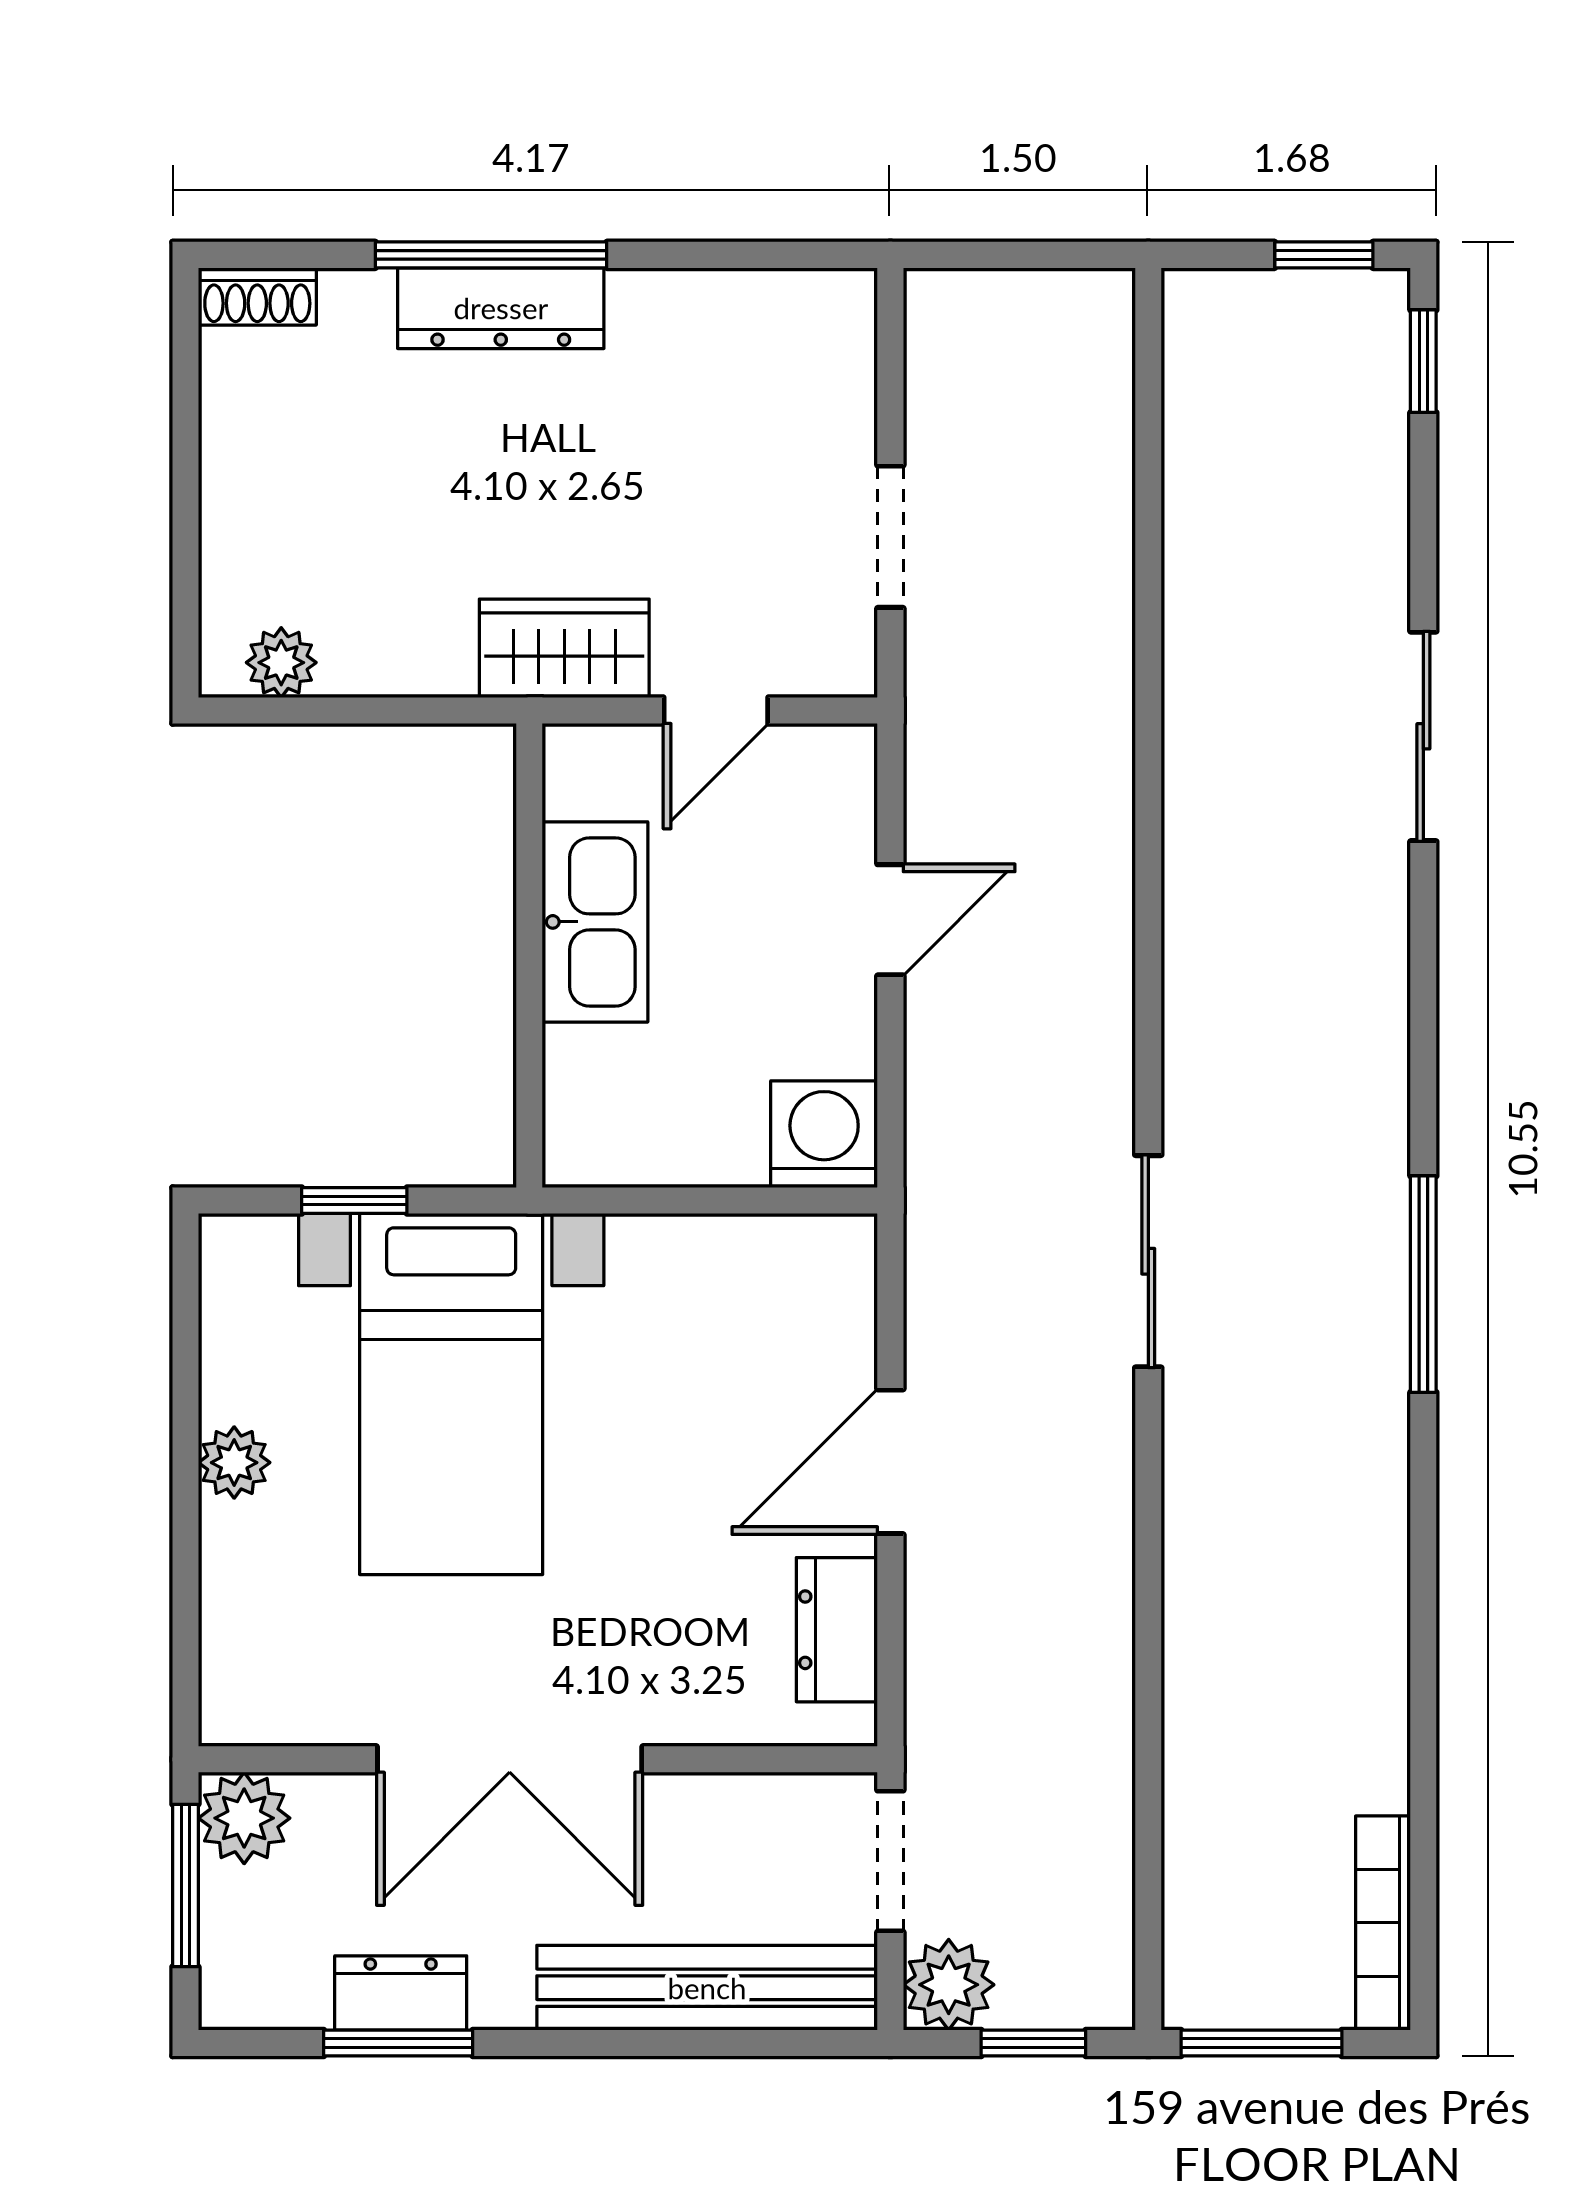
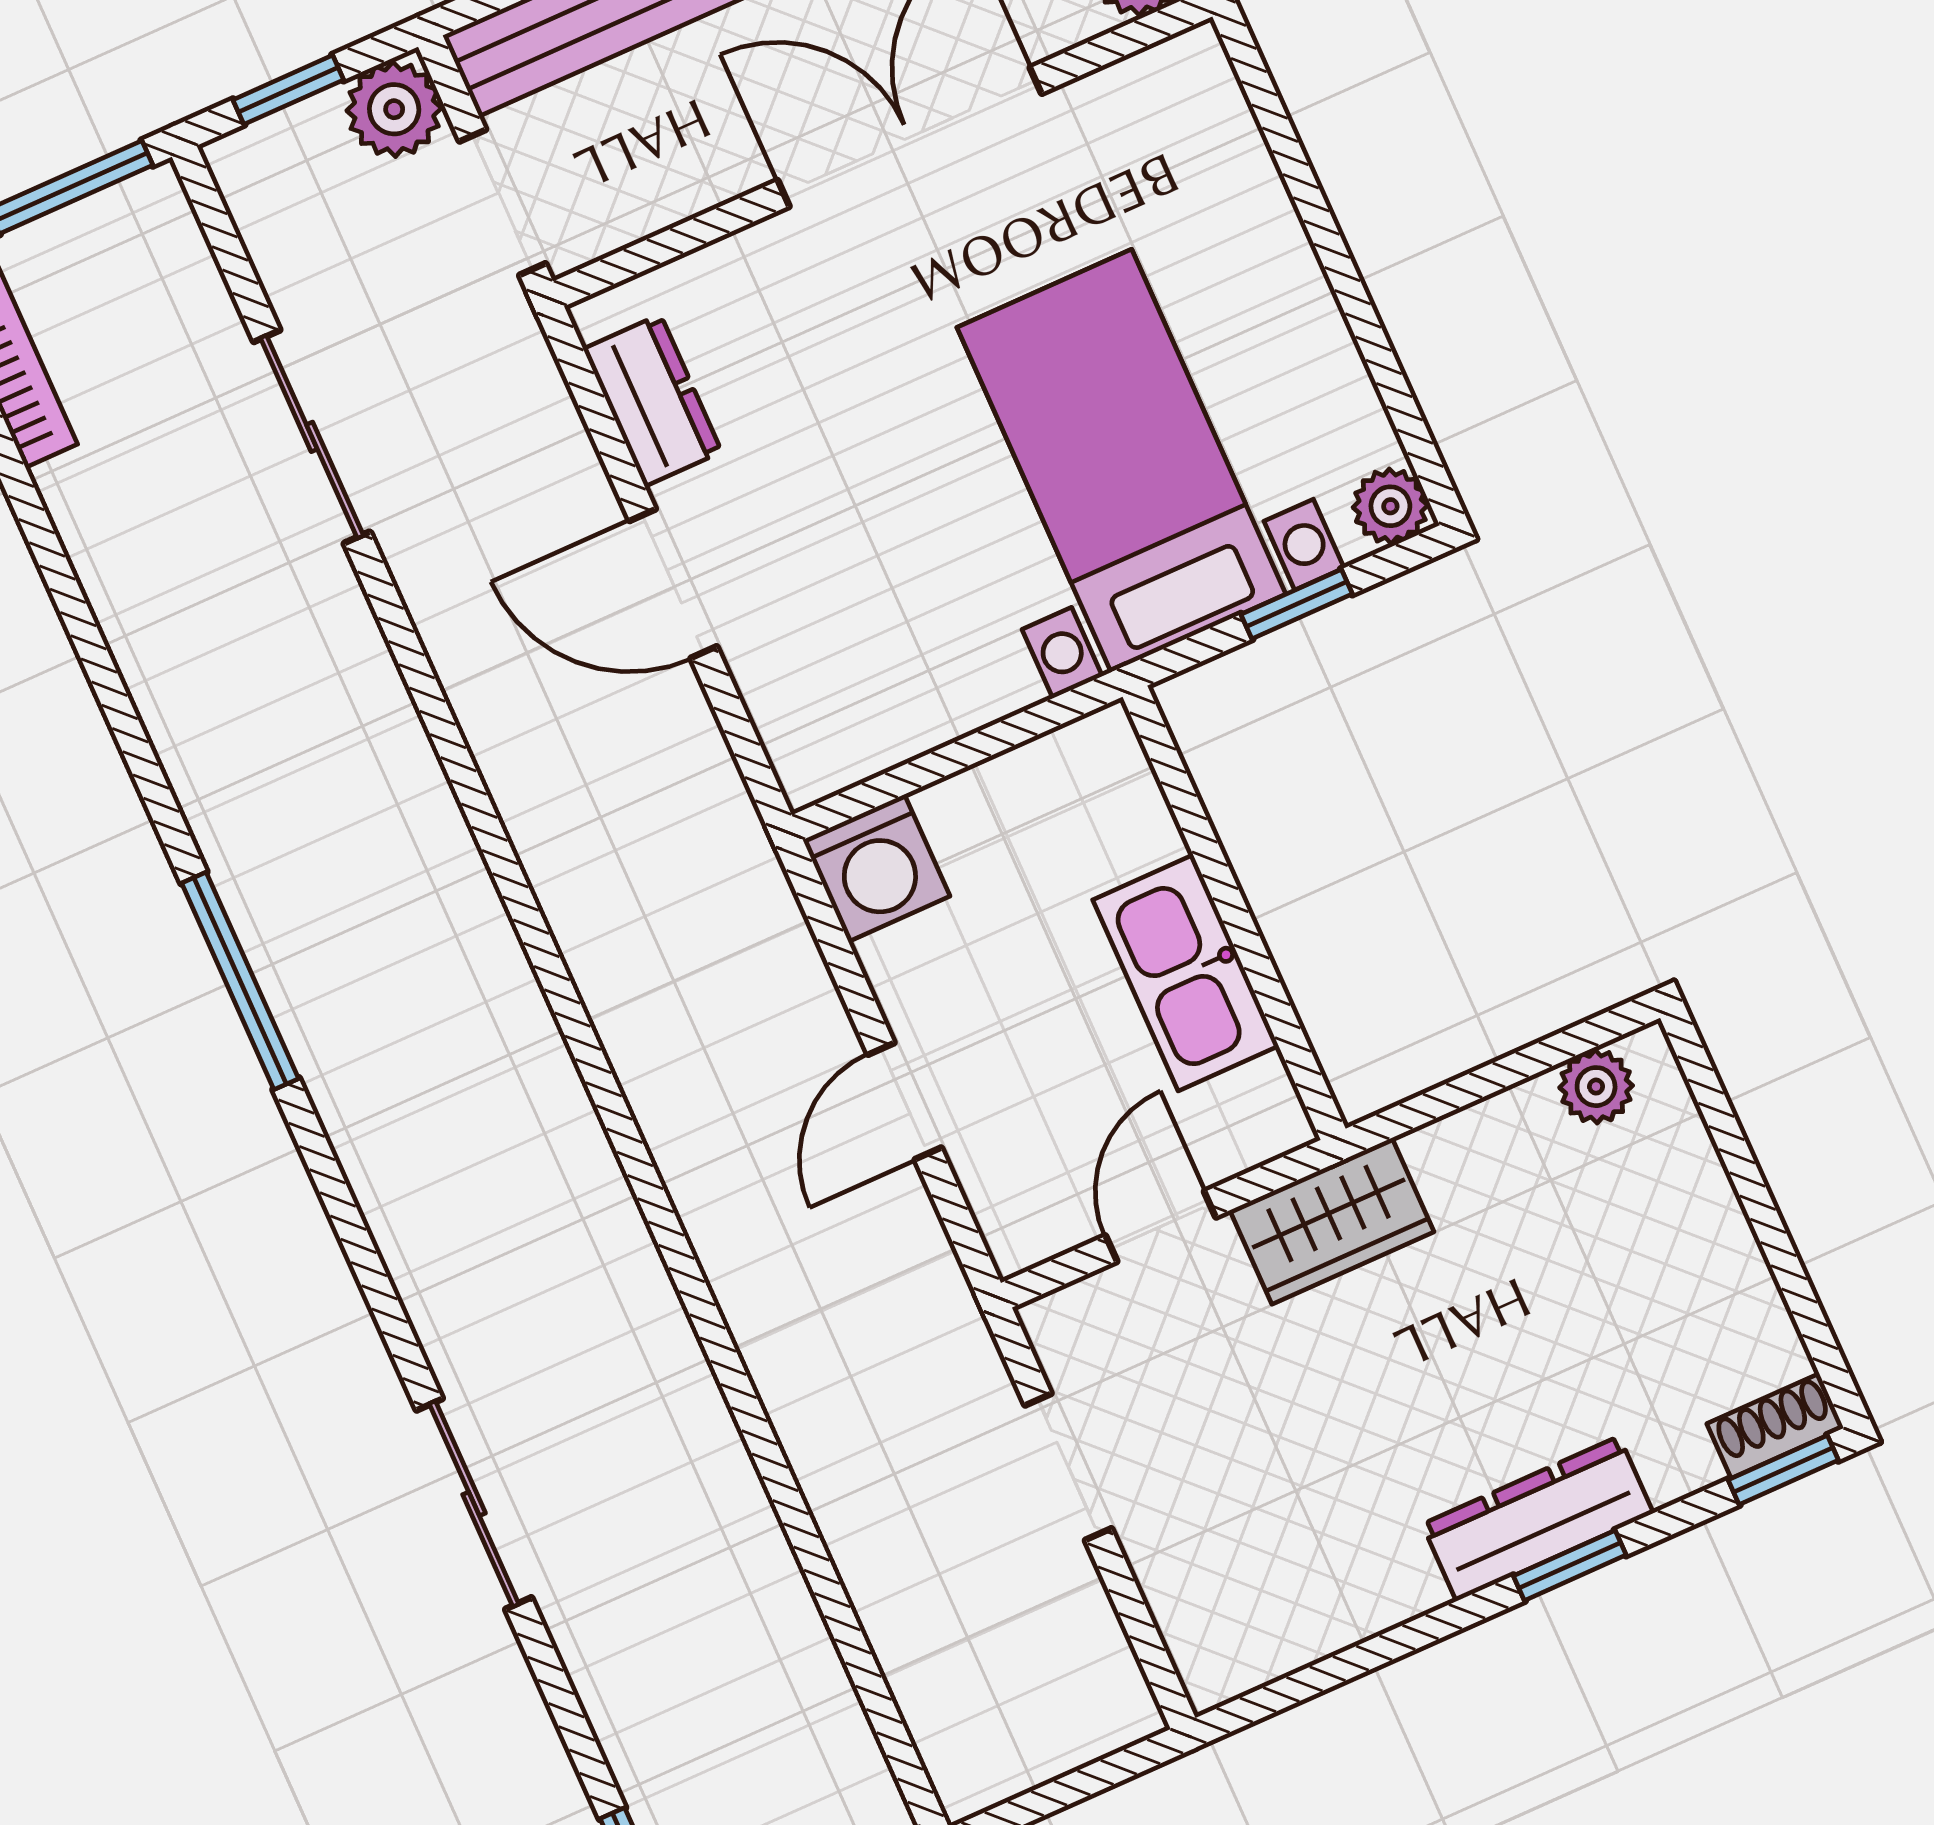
window: (268, 255) -> (1783, 1470), added
window: (491, 255) -> (1570, 1565), width x0.46
sliding door: (1148, 1261) -> (312, 437), moved
door: (890, 1462) -> (673, 584), swing flipped
plant: (234, 1463) -> (1390, 506), moved

